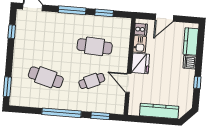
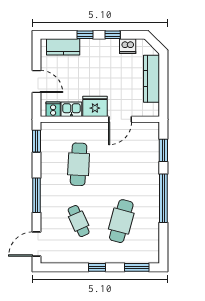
window: (104, 13) -> (36, 141), moved
window: (12, 32) -> (97, 267), moved
window: (199, 60) -> (85, 35), added
dishwasher: (190, 62) -> (128, 46), moved
cafe table: (92, 81) -> (79, 221), moved

